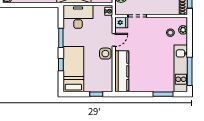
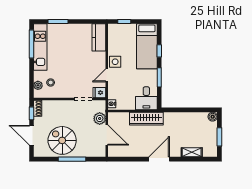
desk: (78, 17) -> (146, 98), width x0.73
kitchen counter: (122, 71) -> (99, 37), width x0.67

